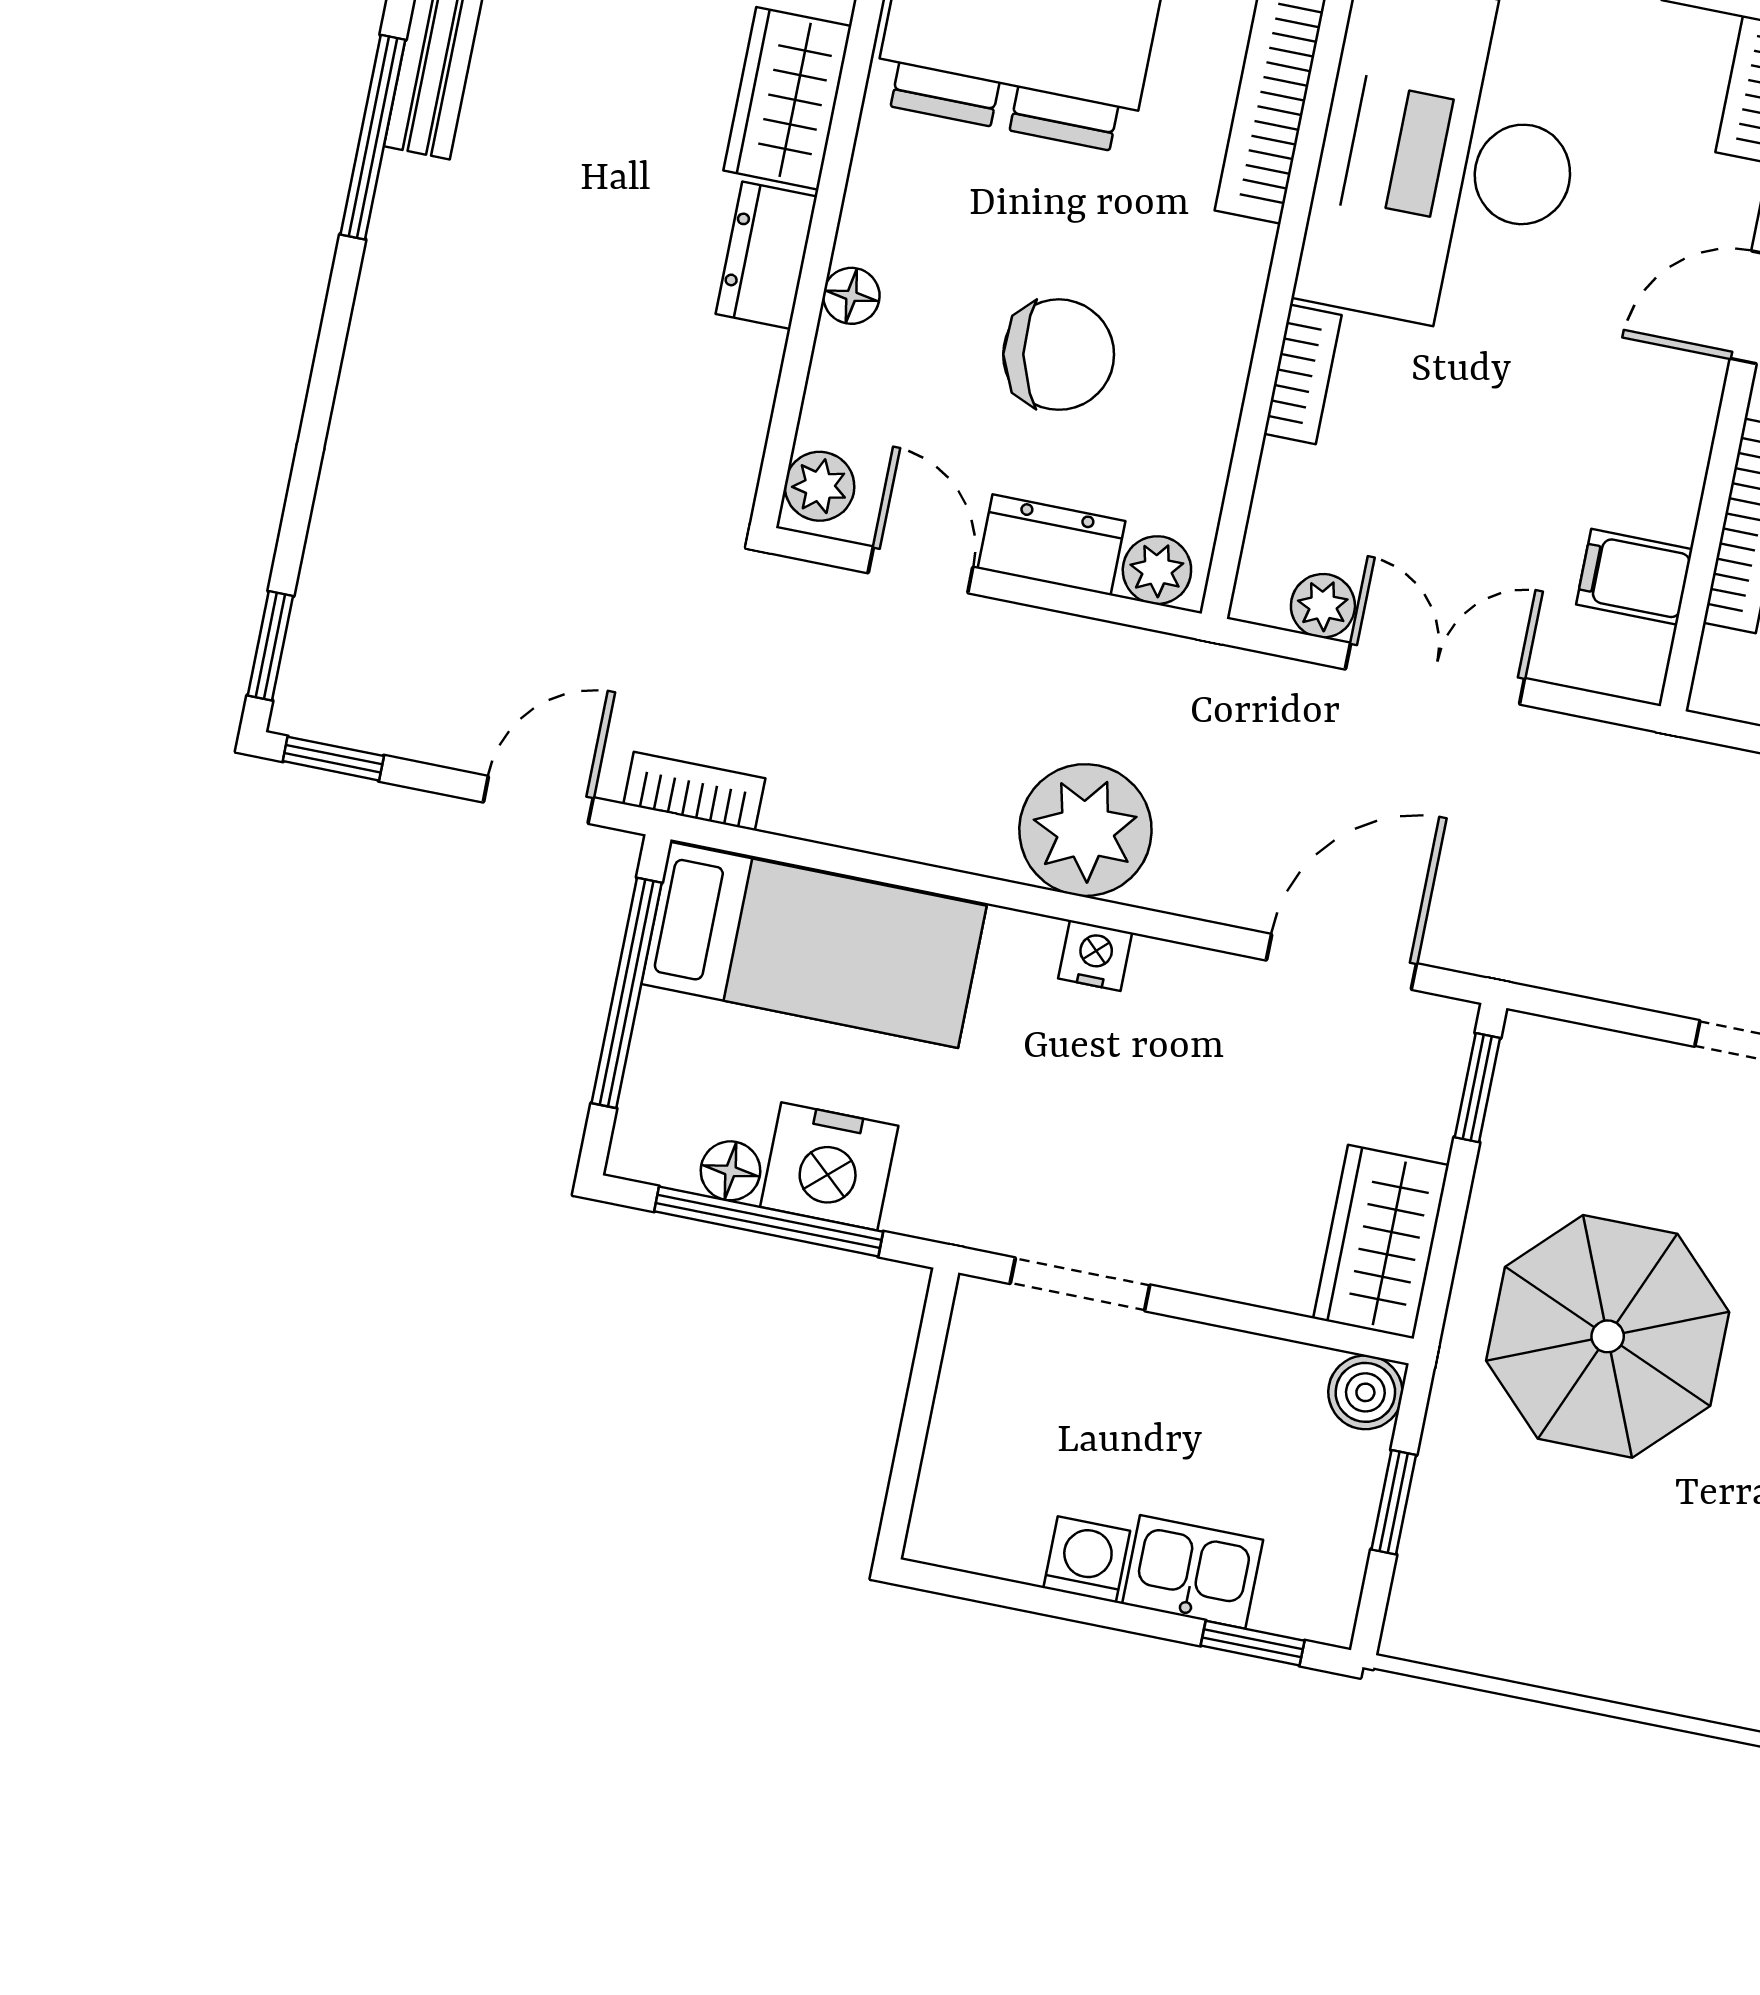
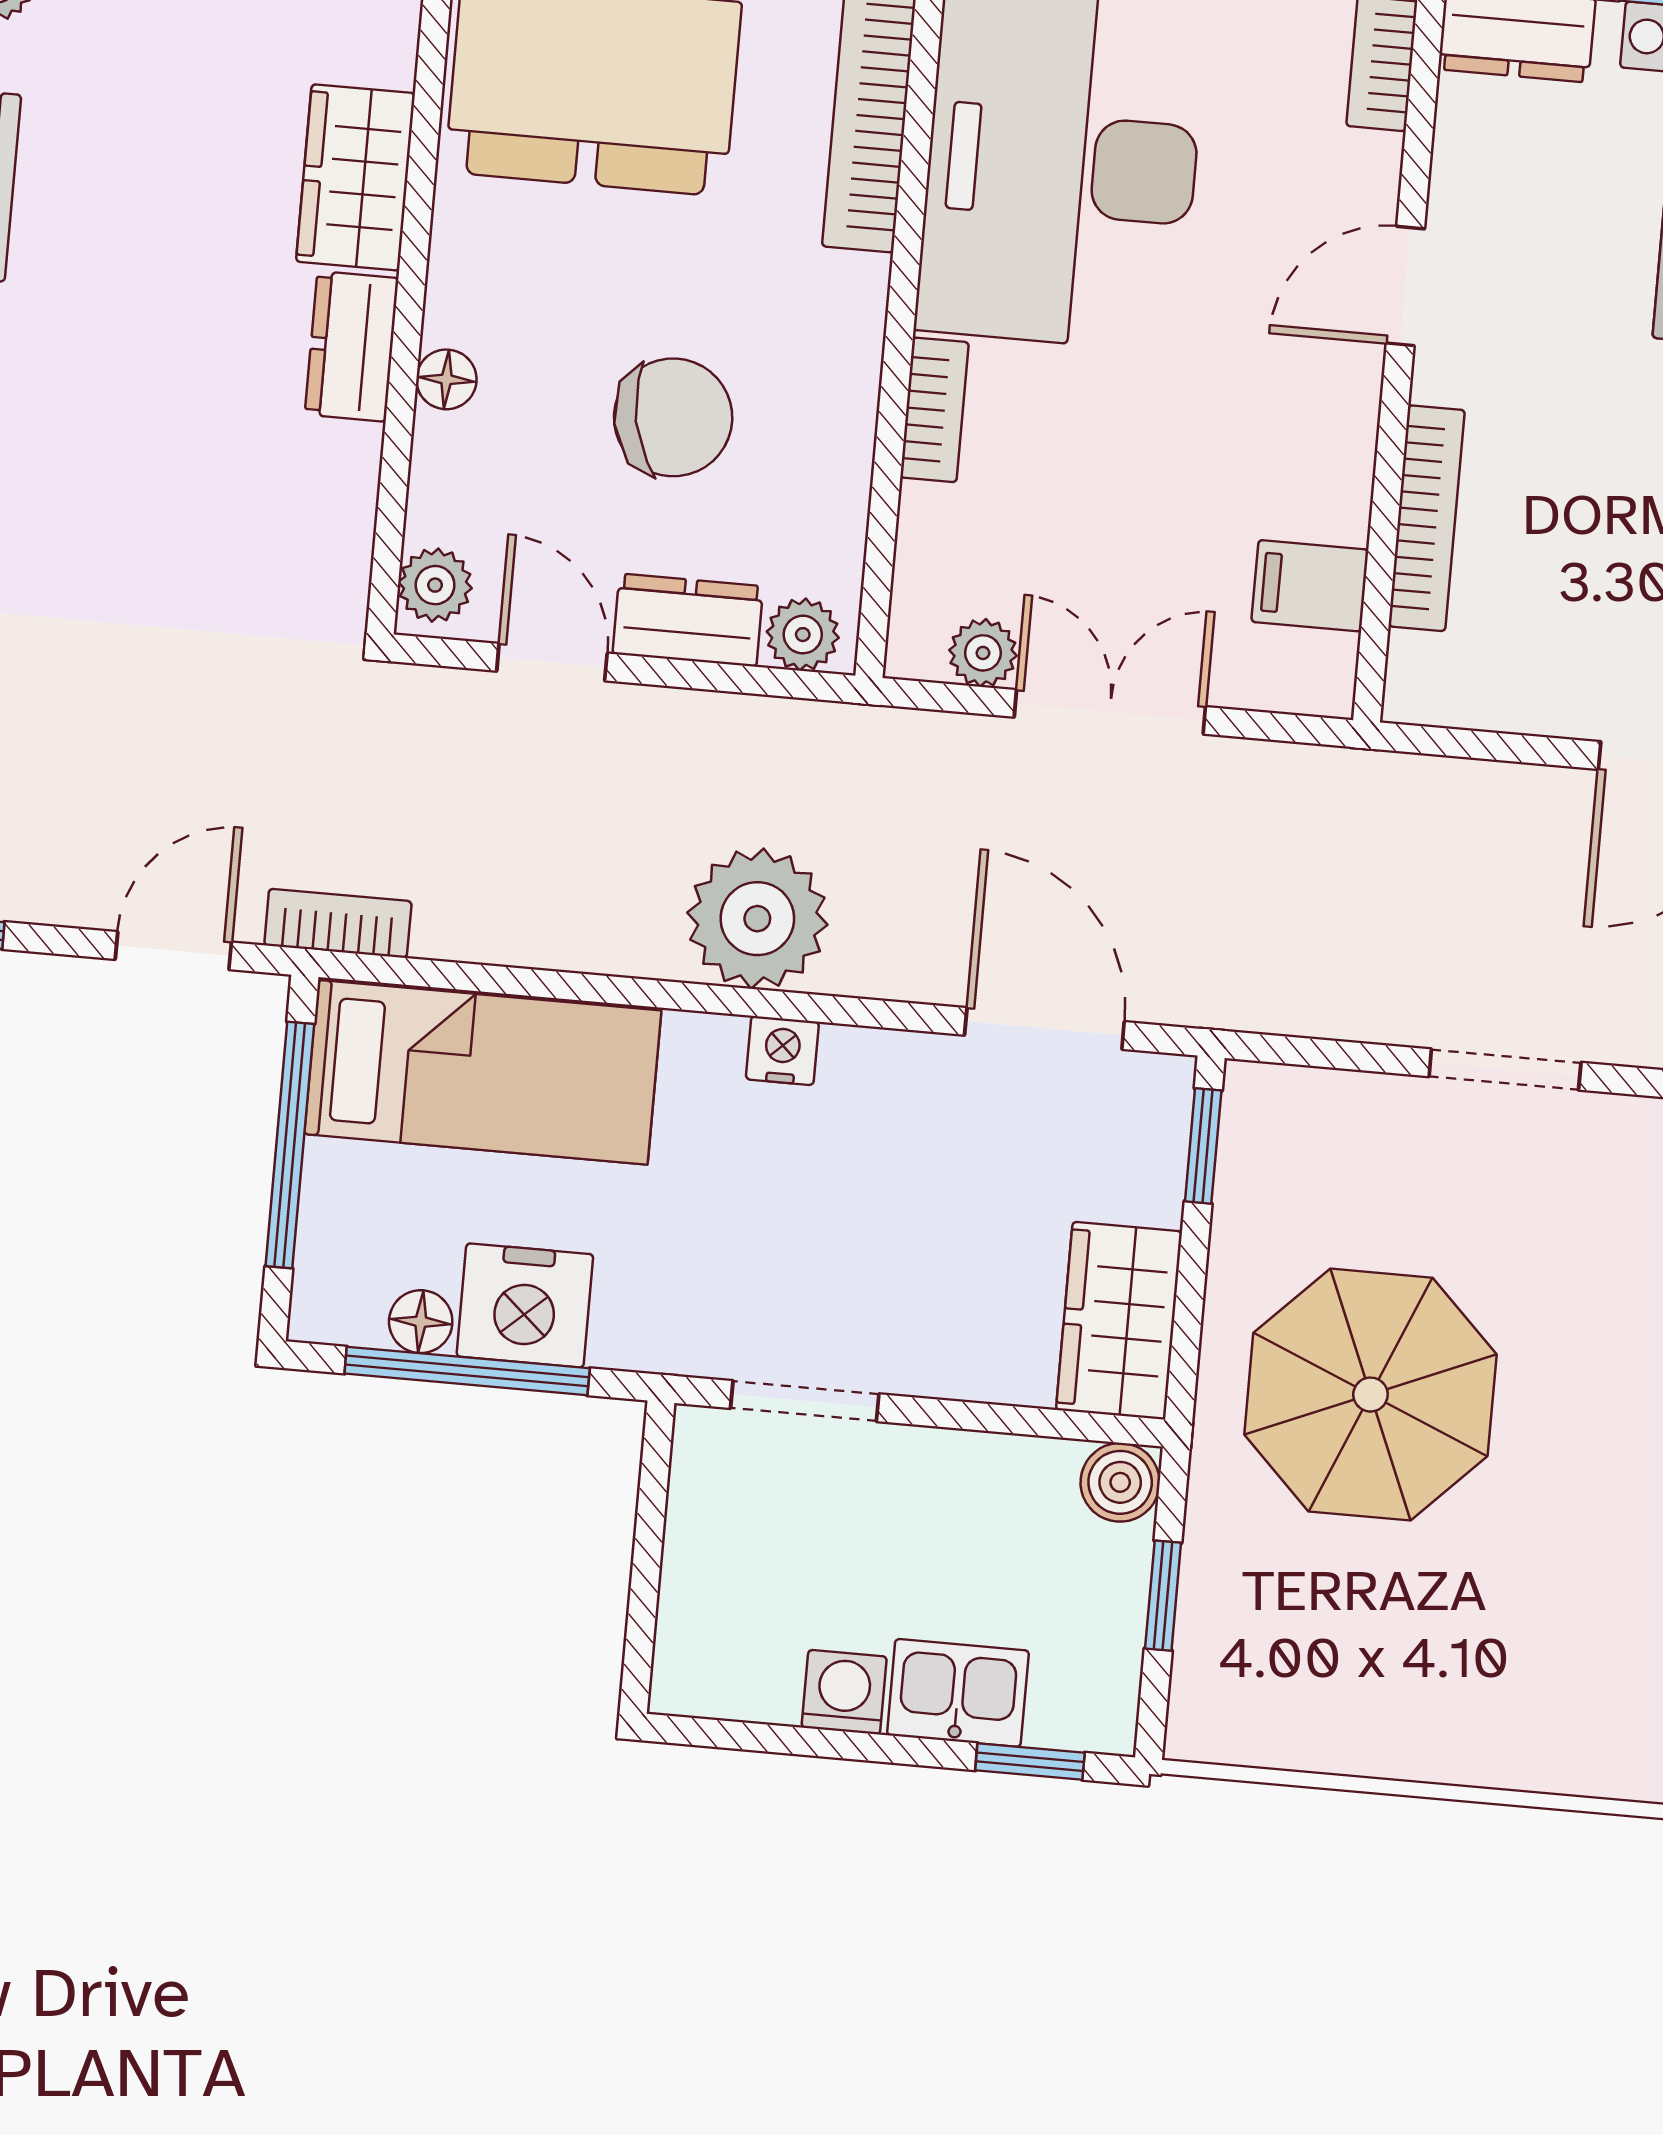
door: (1342, 962) -> (1044, 1028), hinge flipped

